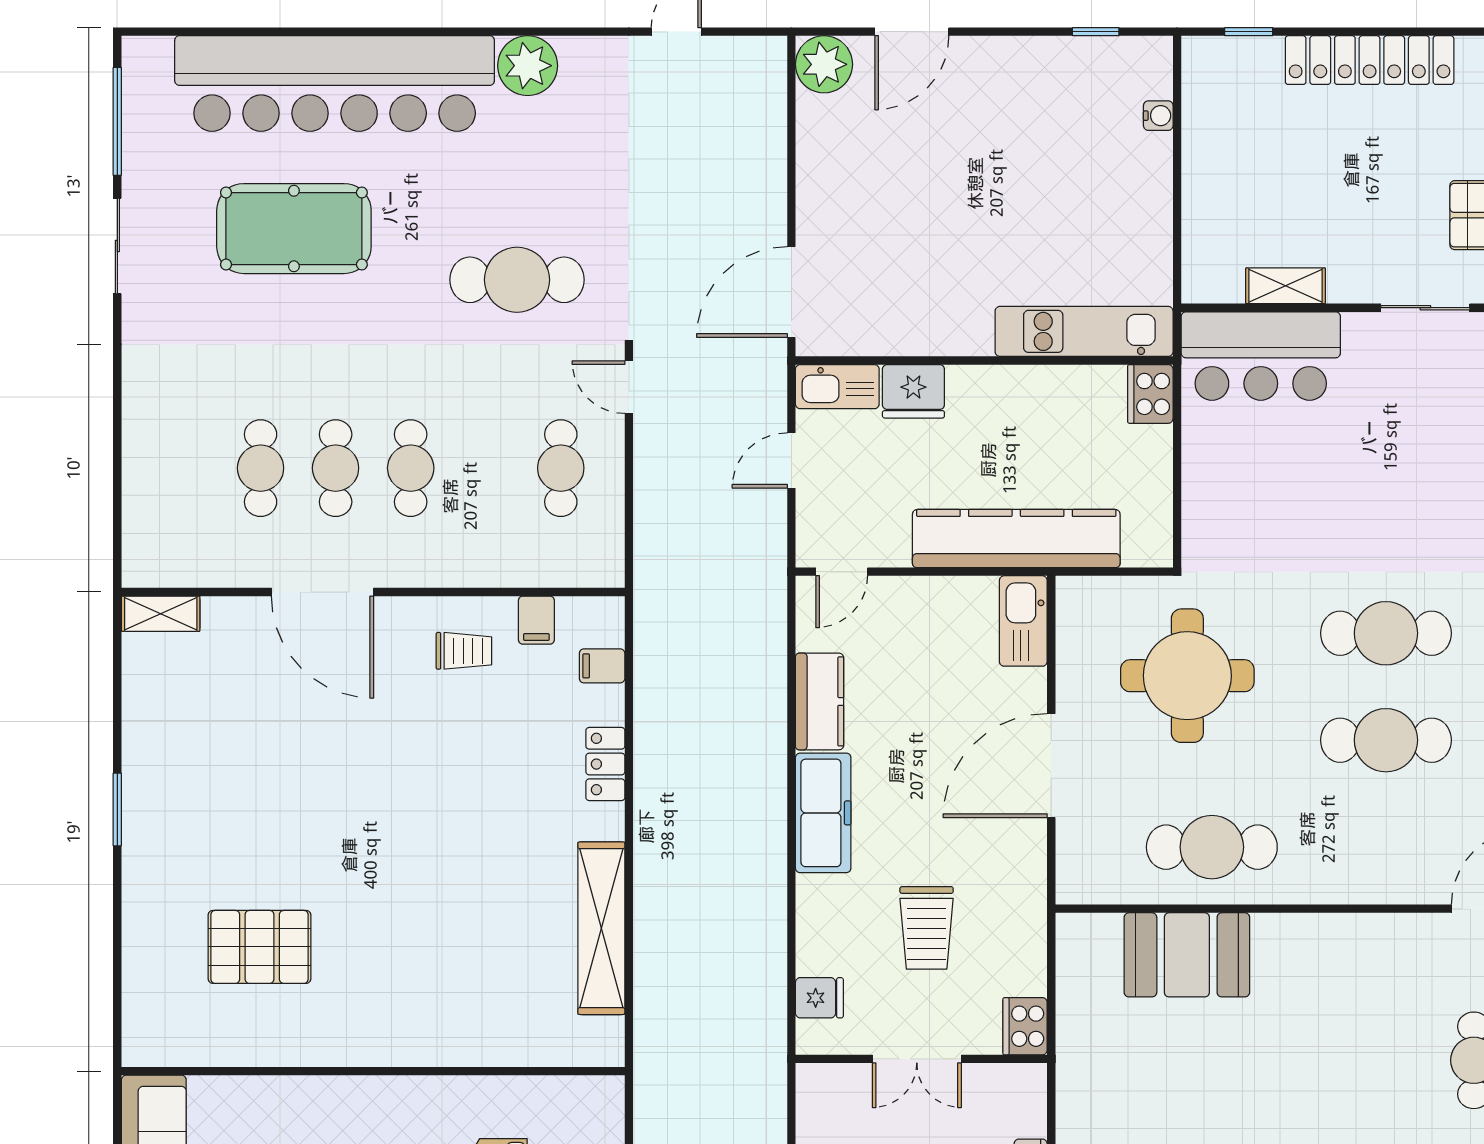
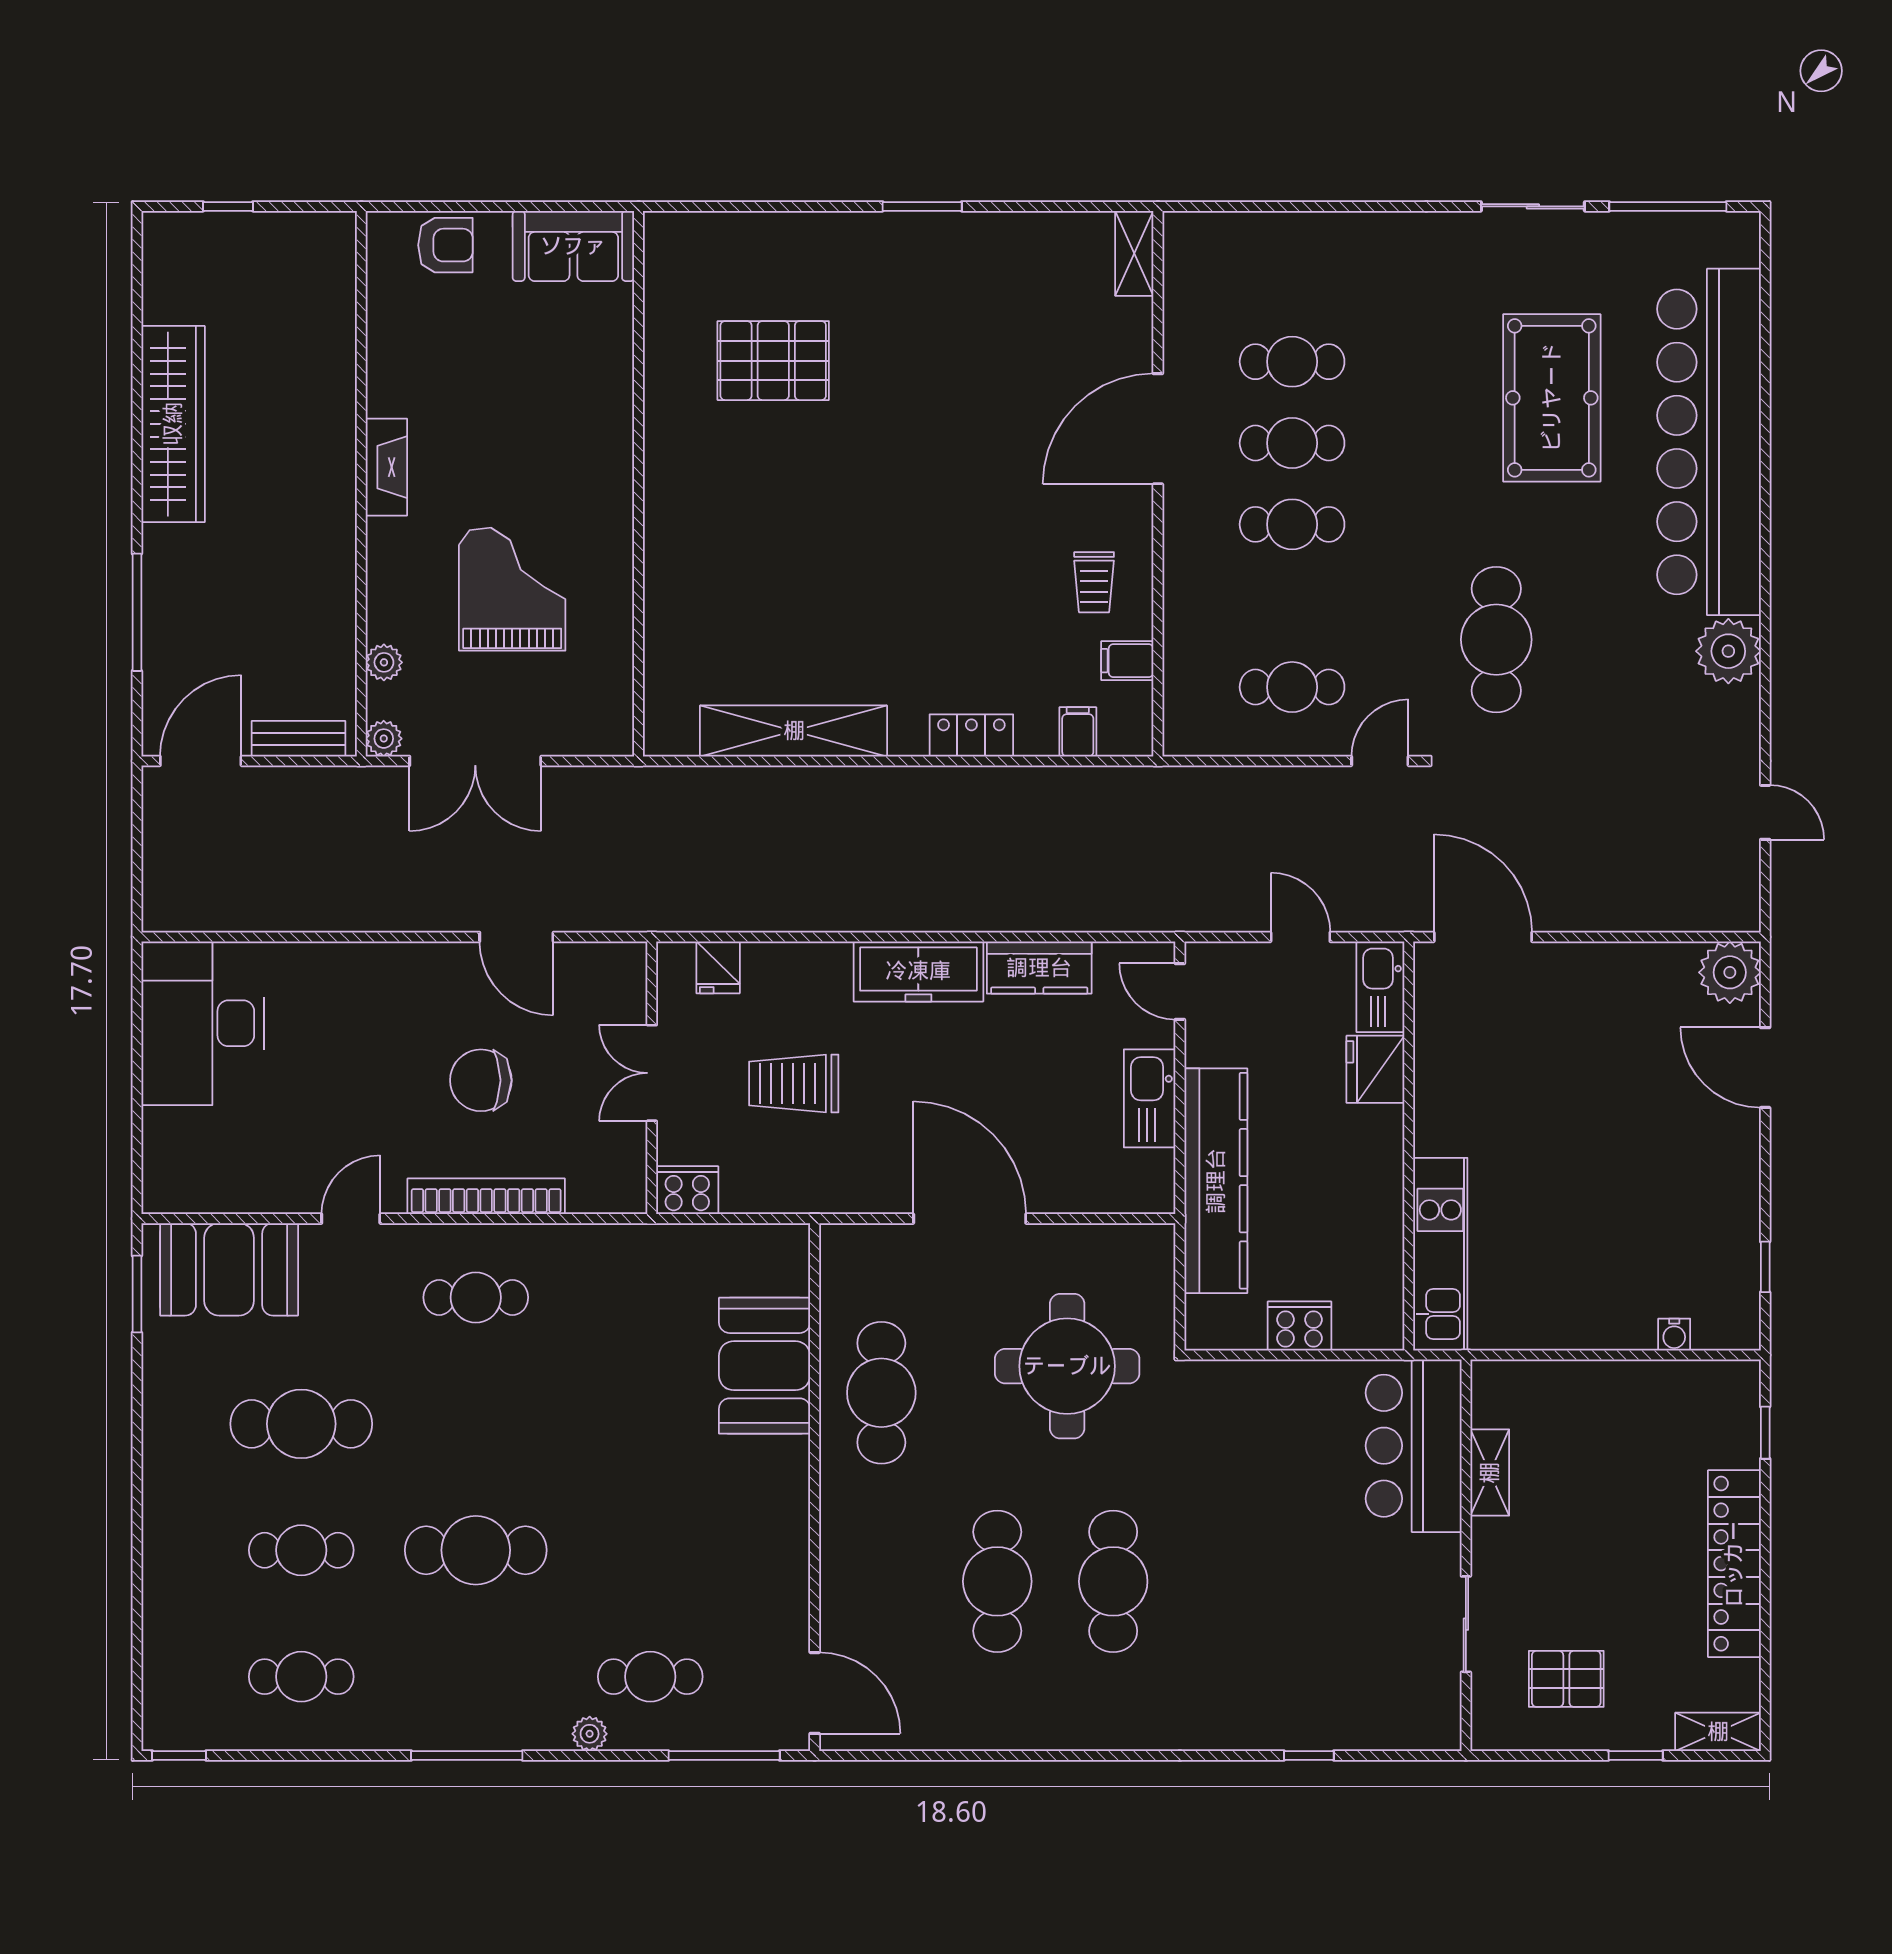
cooker: (1150, 394) -> (1300, 1326), moved
kitchen sink: (1023, 621) -> (1150, 1098), moved, turned -90
pallet: (260, 947) -> (773, 361), turned 90

